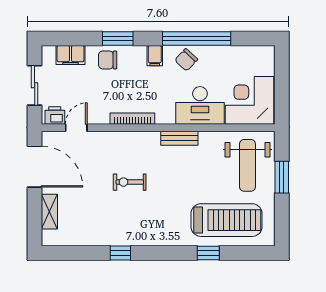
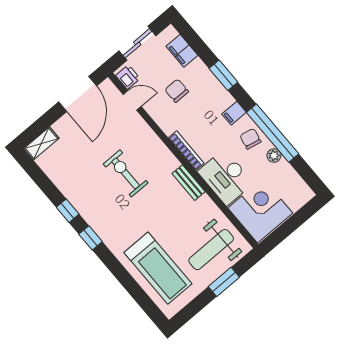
plant: (215, 53) -> (274, 156), added
chair: (108, 60) -> (177, 91), moved
chair: (186, 60) -> (250, 139), turned 59
bookcase: (132, 119) -> (186, 151), moved
exercise bike: (130, 182) -> (126, 173), width x1.38, depth x1.39
shelving: (49, 212) -> (41, 143), moved
window: (208, 253) -> (91, 238), moved

